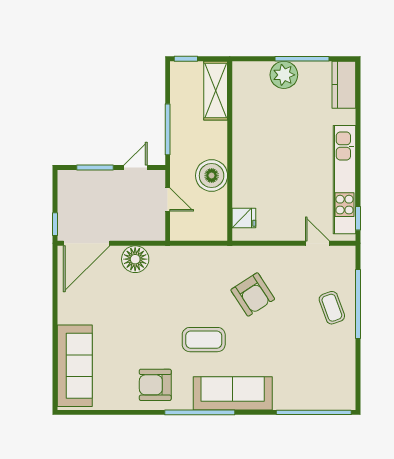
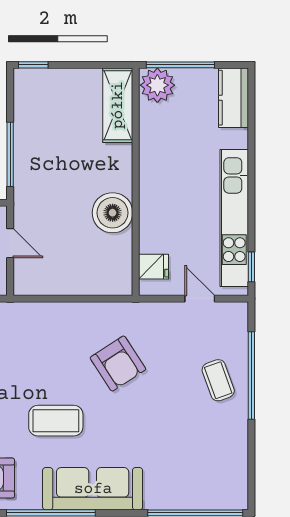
shelving: (216, 91) -> (118, 105), moved
wall: (230, 151) -> (136, 182), moved
boiler: (212, 176) -> (113, 213), moved
fridge: (244, 218) -> (154, 267), moved

